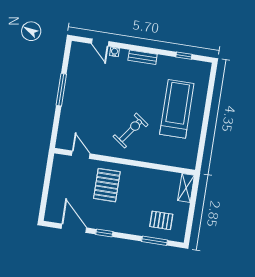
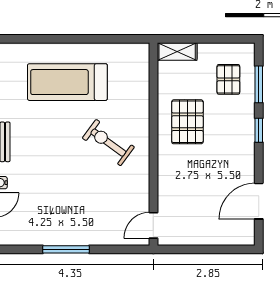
door: (81, 155) -> (153, 225), moved
pallet: (107, 185) -> (187, 122), moved, turned 90
window: (104, 233) -> (259, 130), moved

